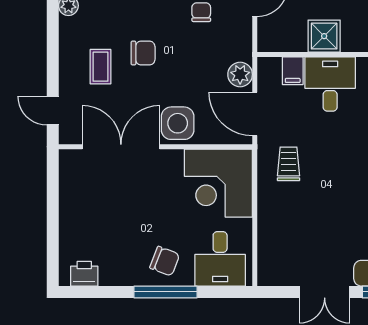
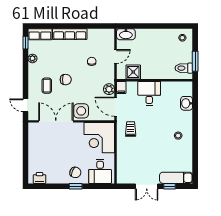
shower: (324, 36) -> (133, 72), moved
filing cabinet: (293, 71) -> (121, 87), moved
window: (165, 292) -> (76, 186), width x0.46

